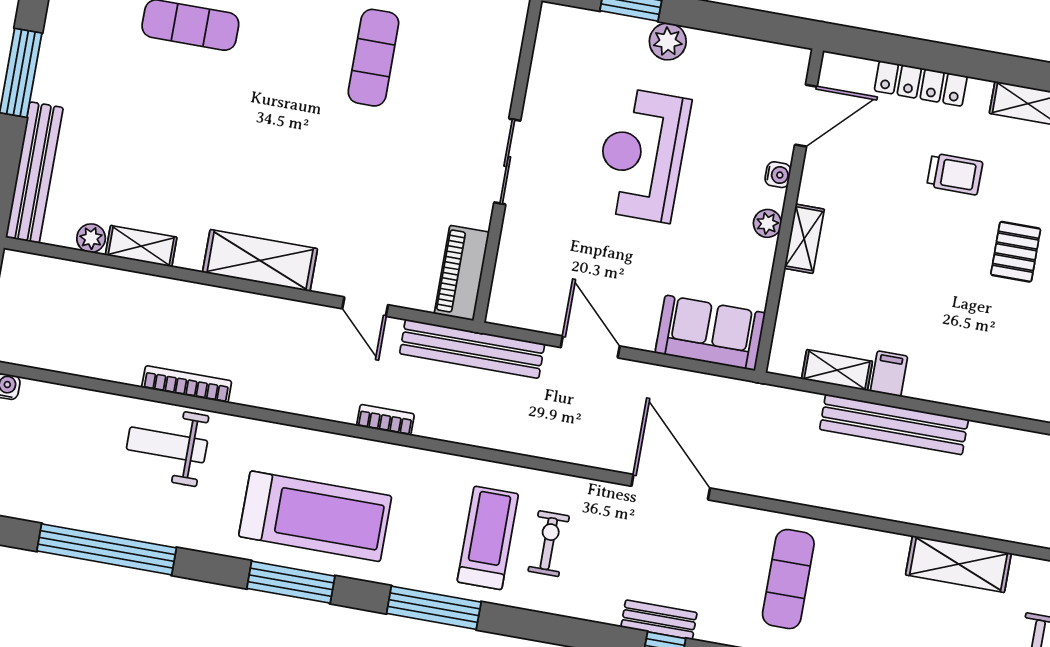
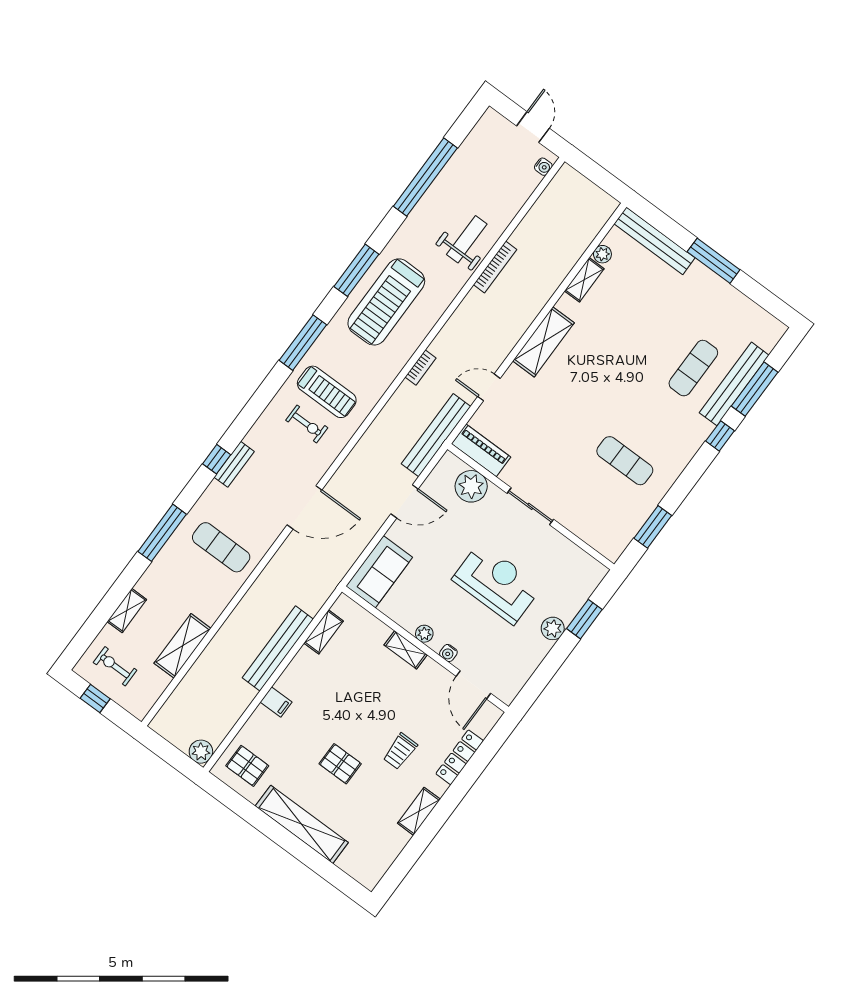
plant: (521, 261) -> (471, 486), added
filing cabinet: (889, 374) -> (276, 702), moved

